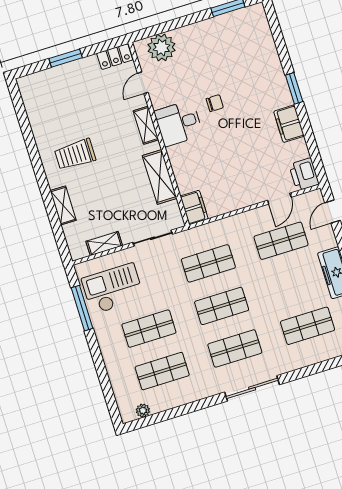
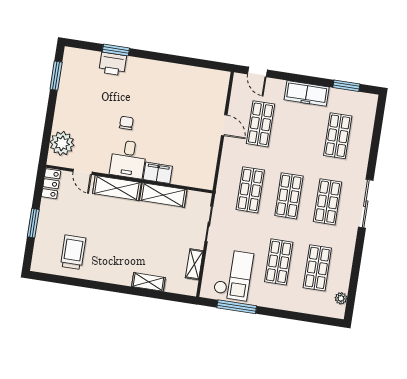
window: (294, 88) -> (116, 50), moved
filing cabinet: (289, 124) -> (171, 72), removed
shelving: (146, 125) -> (117, 188), width x1.50, depth x1.33
trolley: (75, 154) -> (73, 252), moved, turned 180
printer: (304, 174) -> (113, 64), moved
door: (279, 199) -> (224, 125), moved
filing cabinet: (194, 207) -> (158, 173), moved
checkout: (113, 289) -> (233, 275), turned 180

